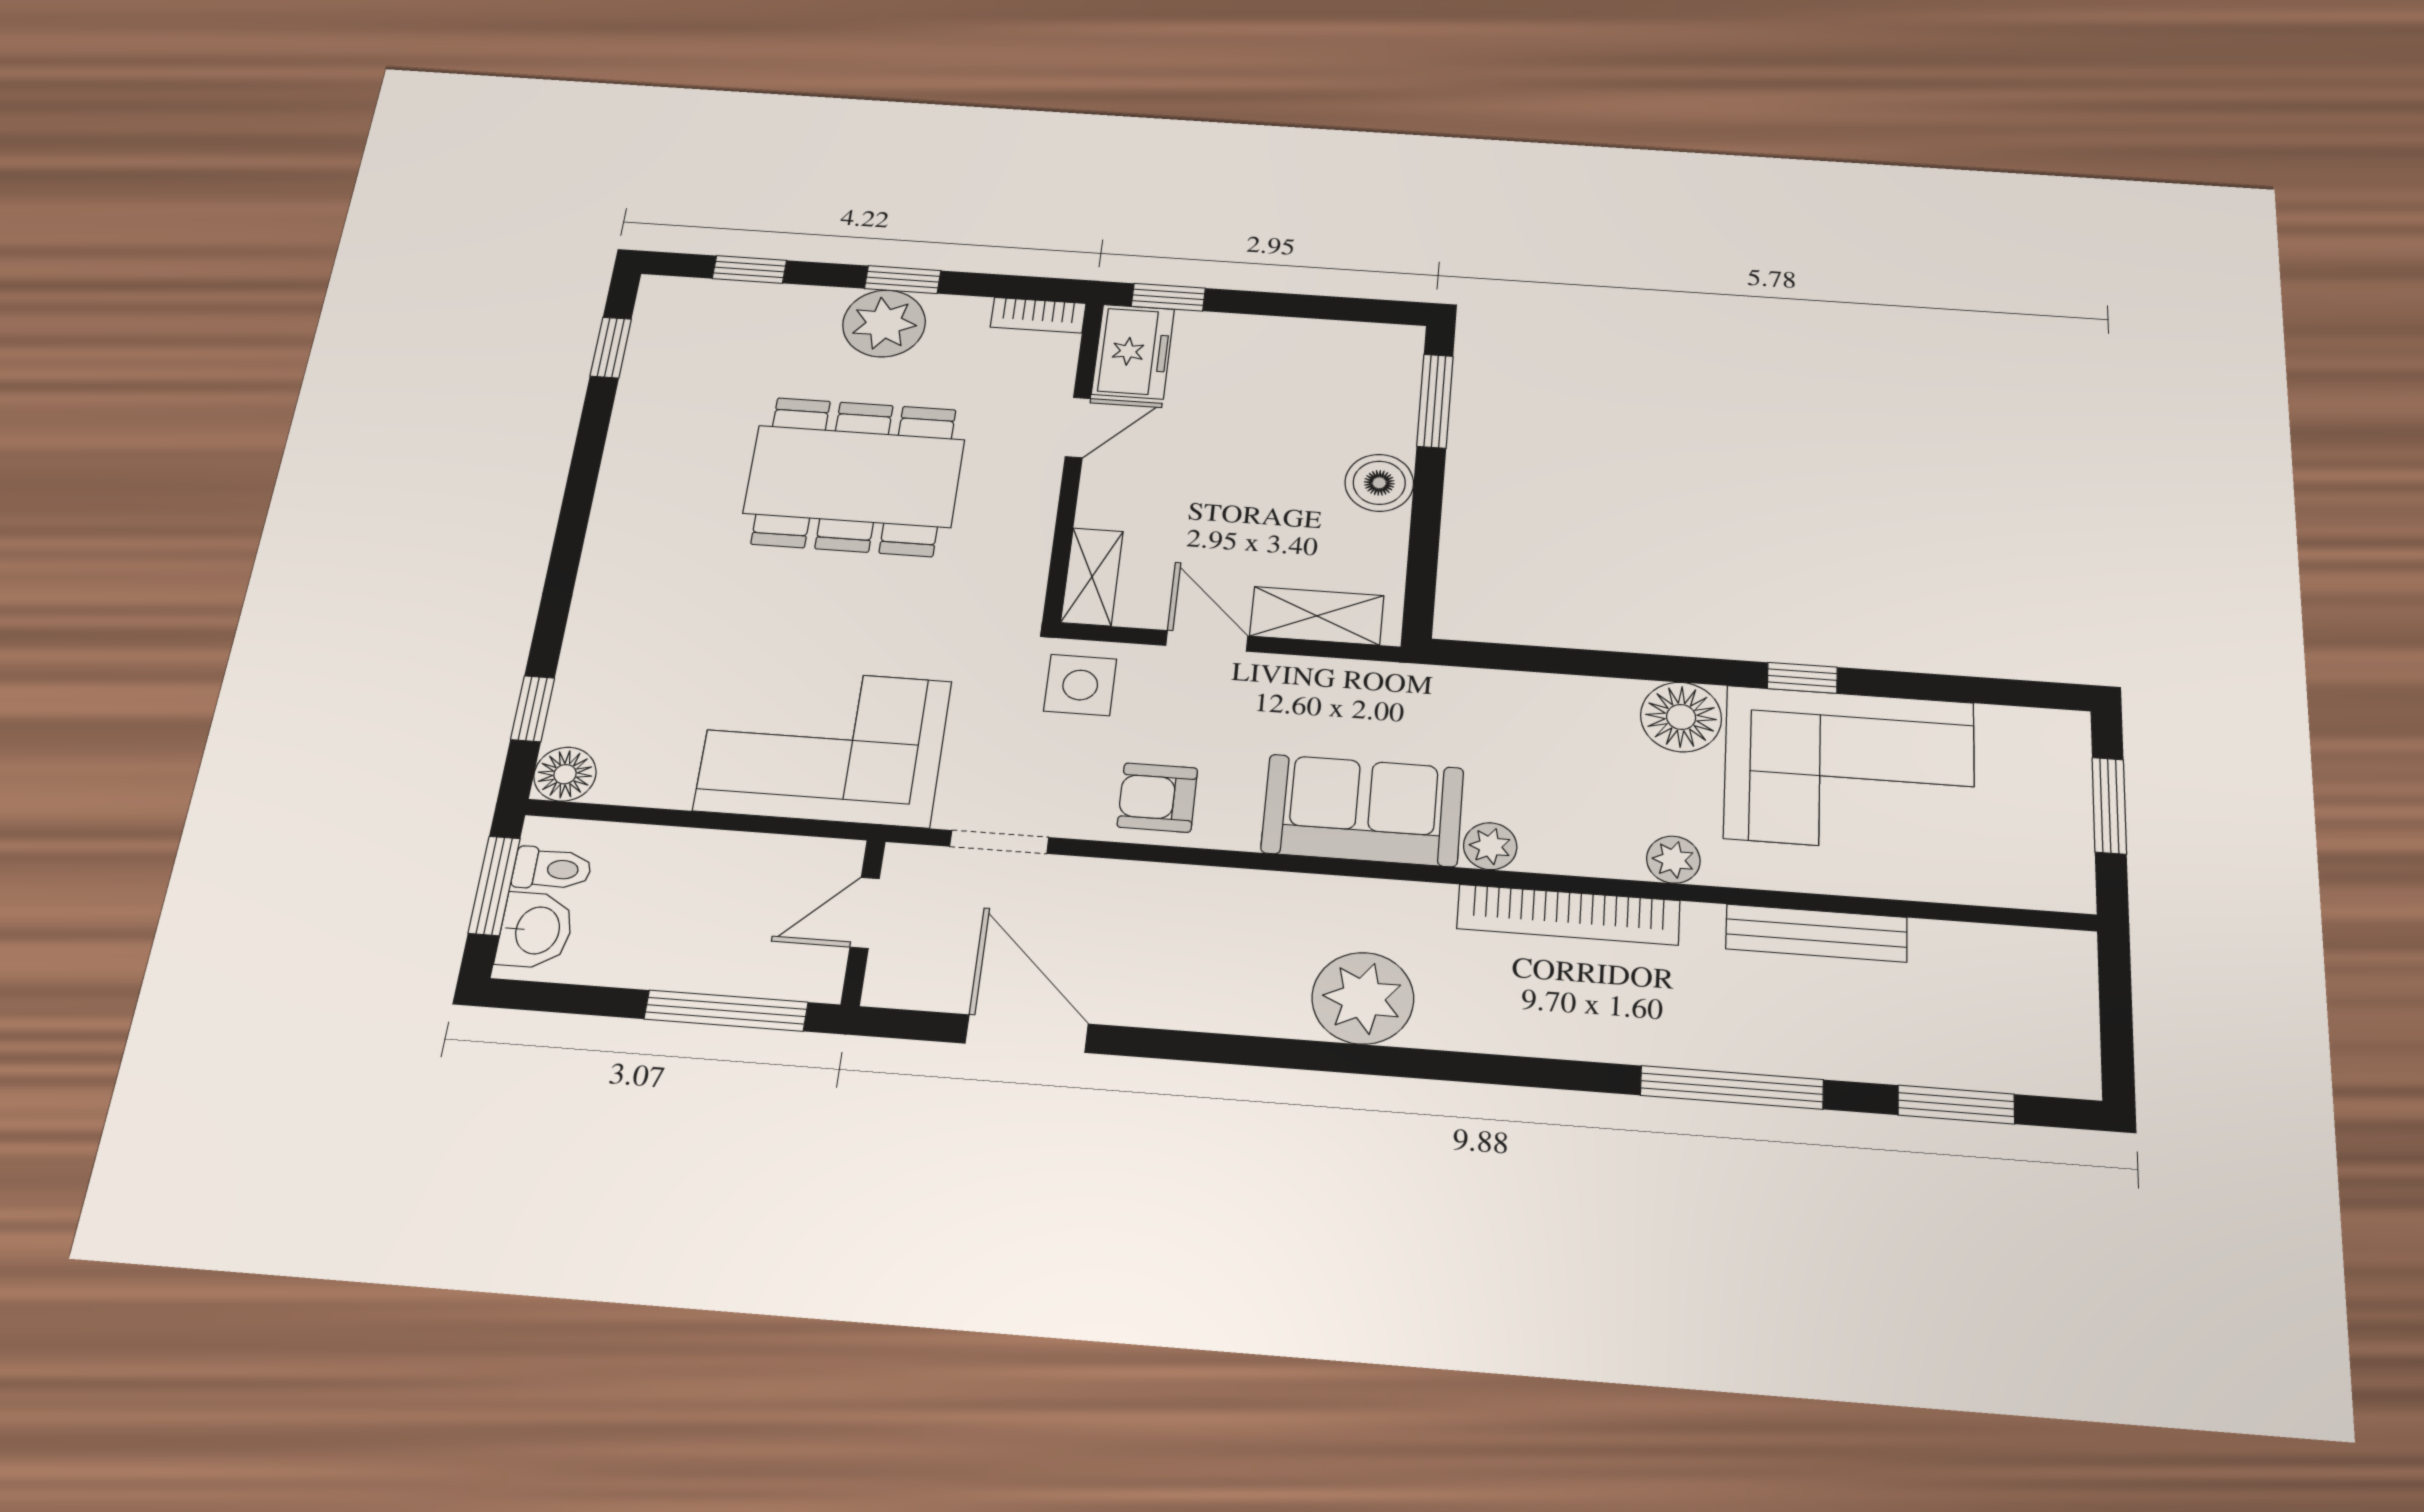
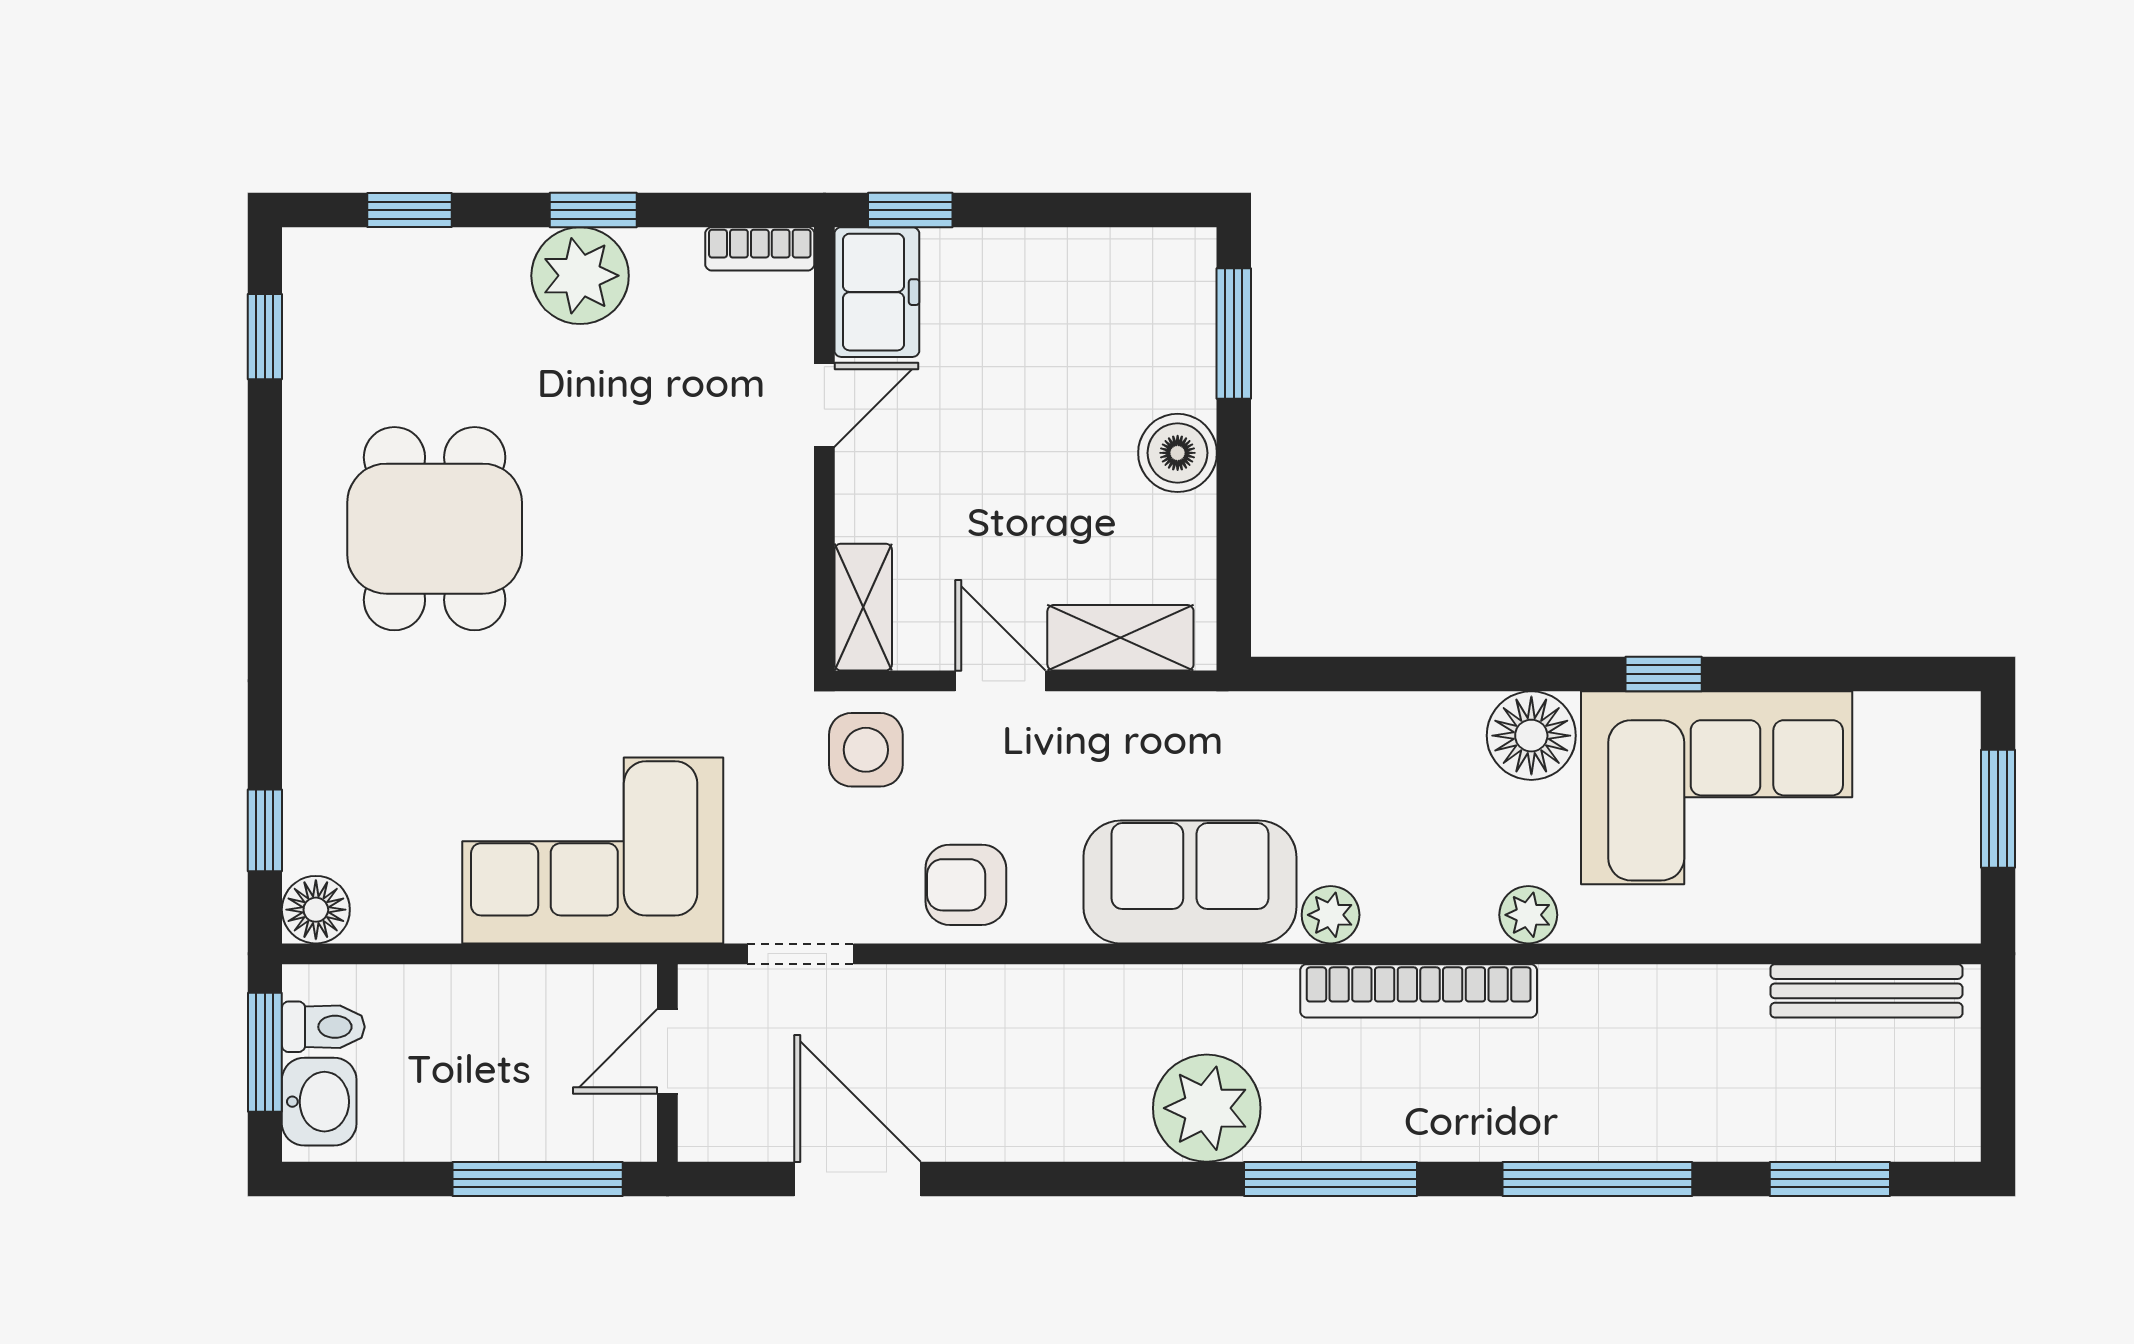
dining table: (854, 476) -> (435, 529), moved, width x0.73
bench: (1816, 933) -> (1866, 991), moved
window: (1476, 1068) -> (1330, 1179), added

